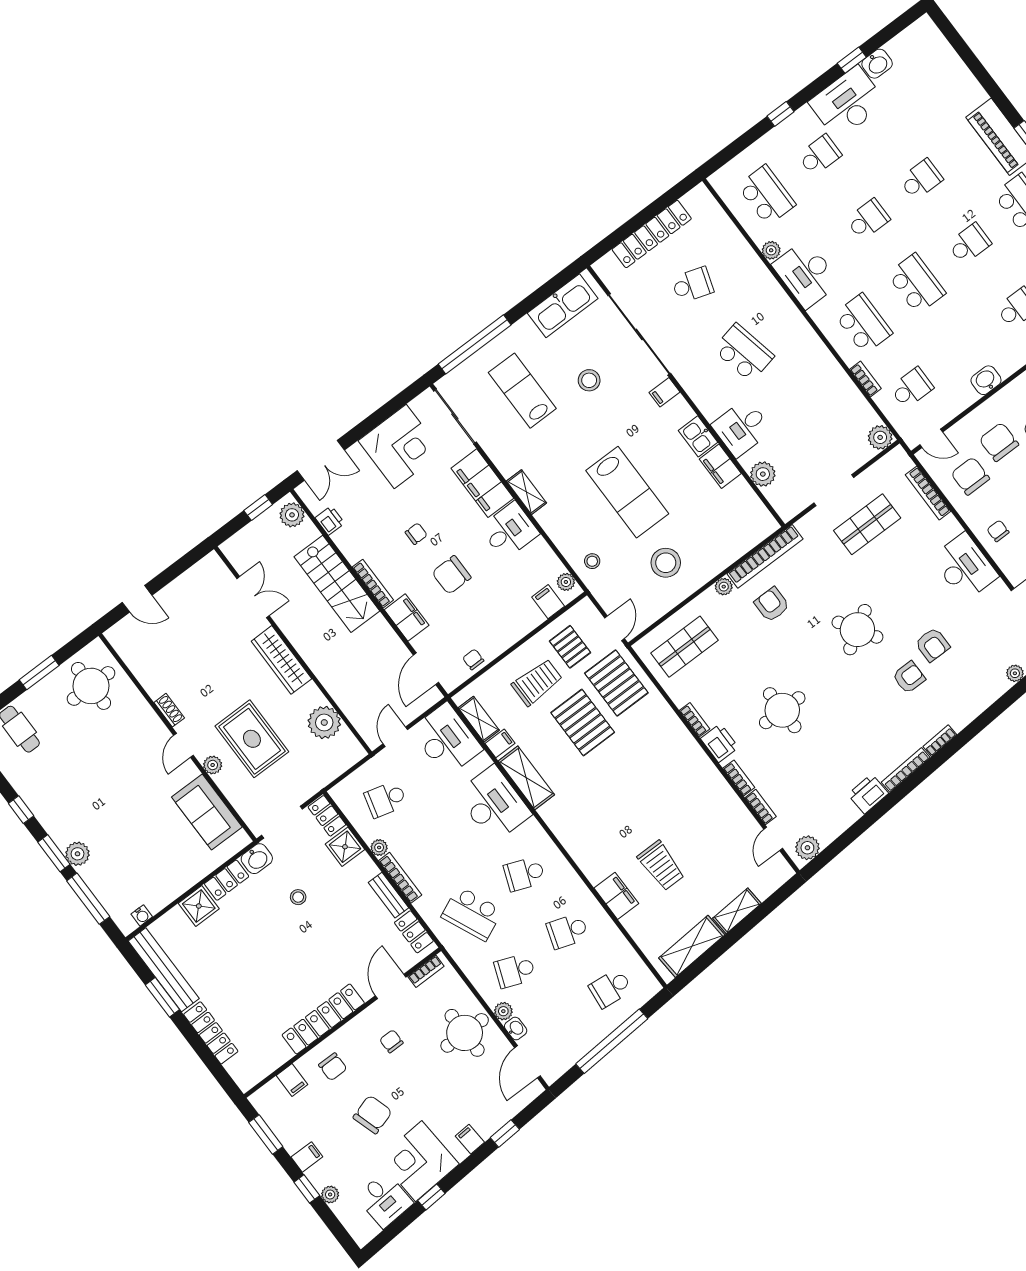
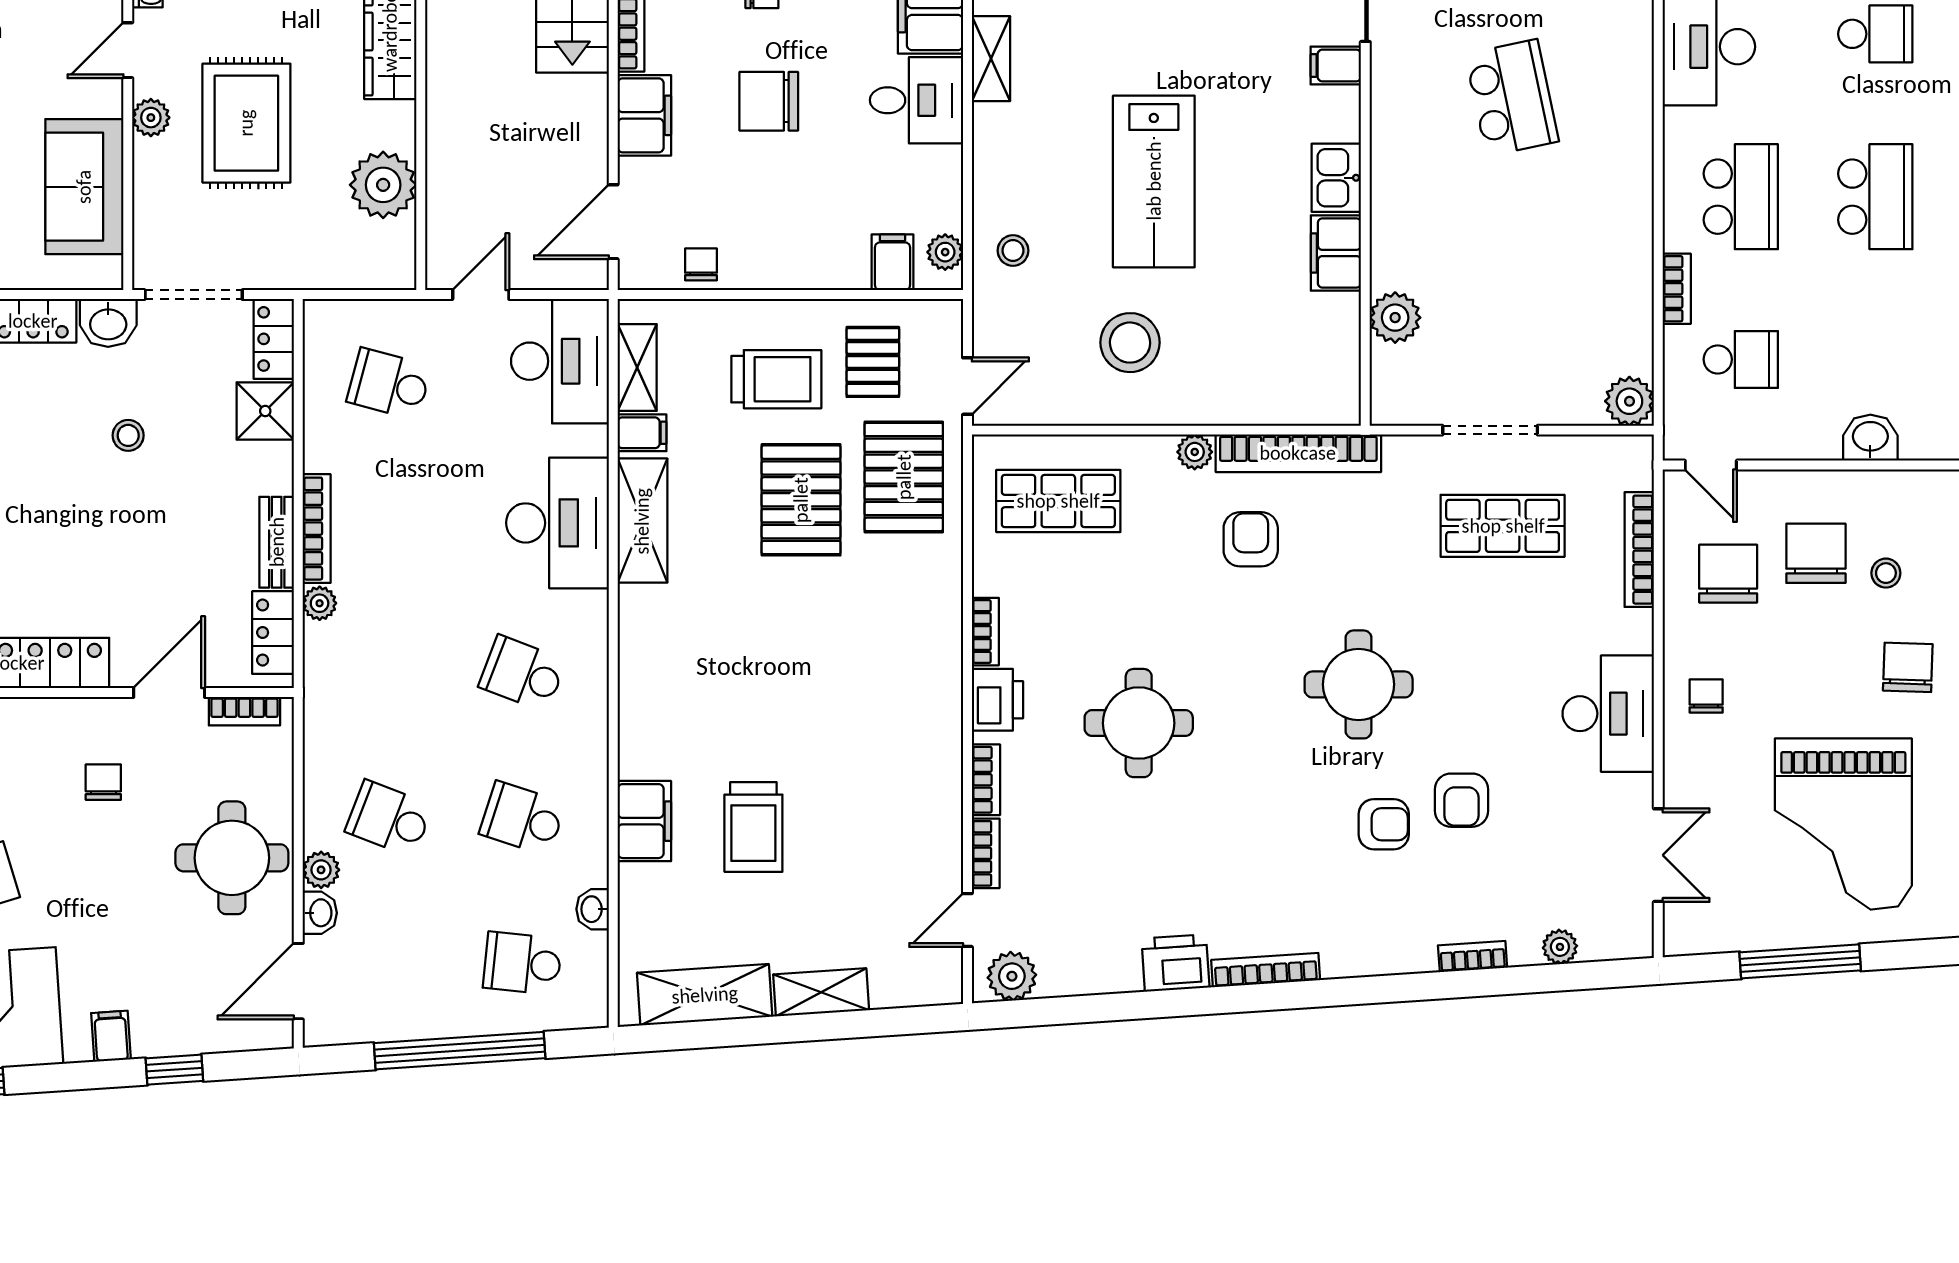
desk: (742, 428) -> (1417, 217), removed
round table: (857, 630) -> (1359, 684), turned 32
bookcase: (940, 741) -> (1473, 957), moved
plant: (379, 848) -> (320, 603), moved
school desk: (472, 914) -> (389, 674), removed
washbasin: (622, 946) -> (593, 909), added

